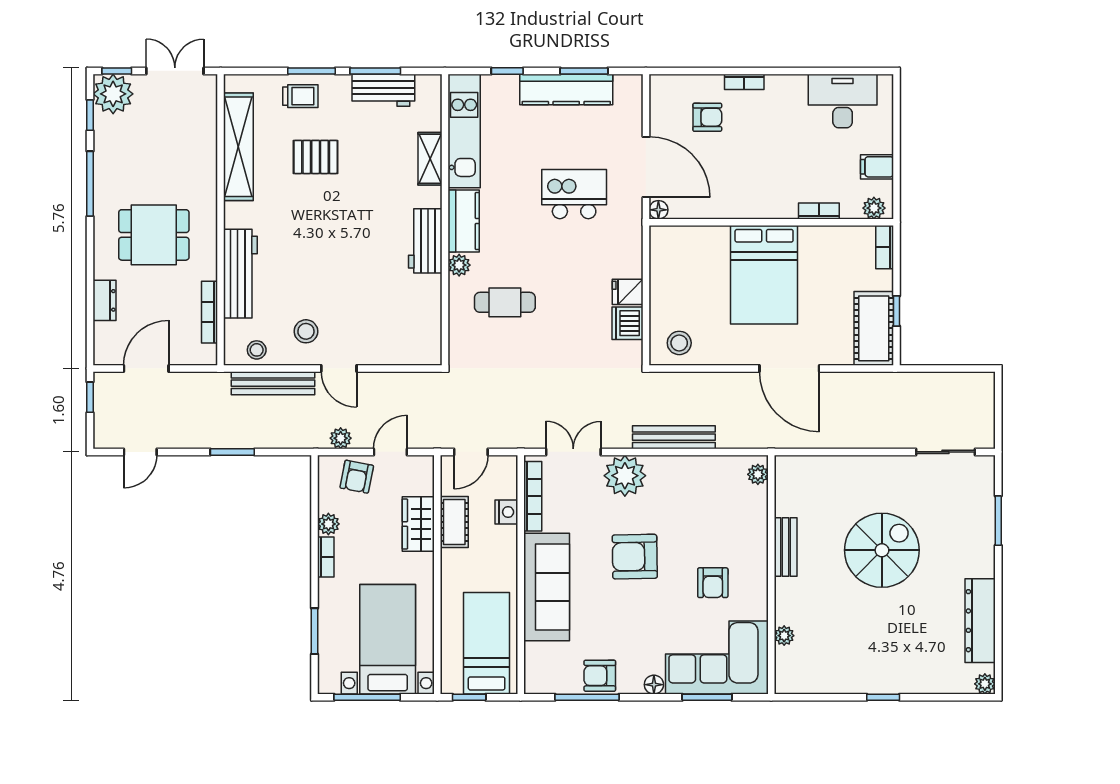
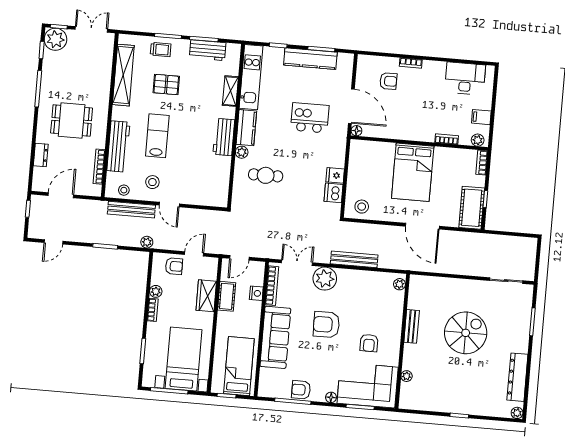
lab bench: (308, 249) -> (157, 136), added
plant: (341, 438) -> (147, 242), moved
armchair: (357, 477) -> (174, 266), turned -101

